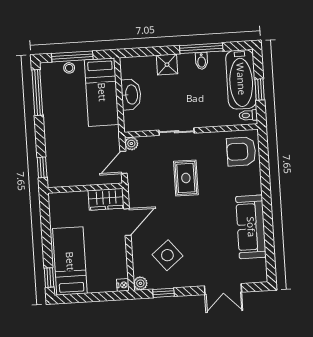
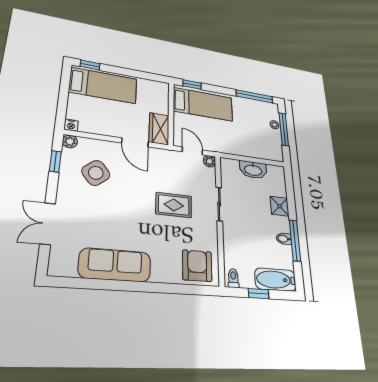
bathtub: (241, 79) -> (276, 280), width x0.73, depth x0.73
bed: (102, 92) -> (203, 104), moved, turned 180

